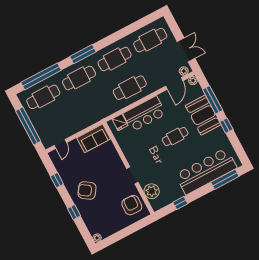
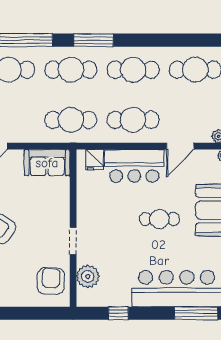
door: (174, 83) -> (180, 146), moved
cafe table: (94, 107) -> (71, 120), added

